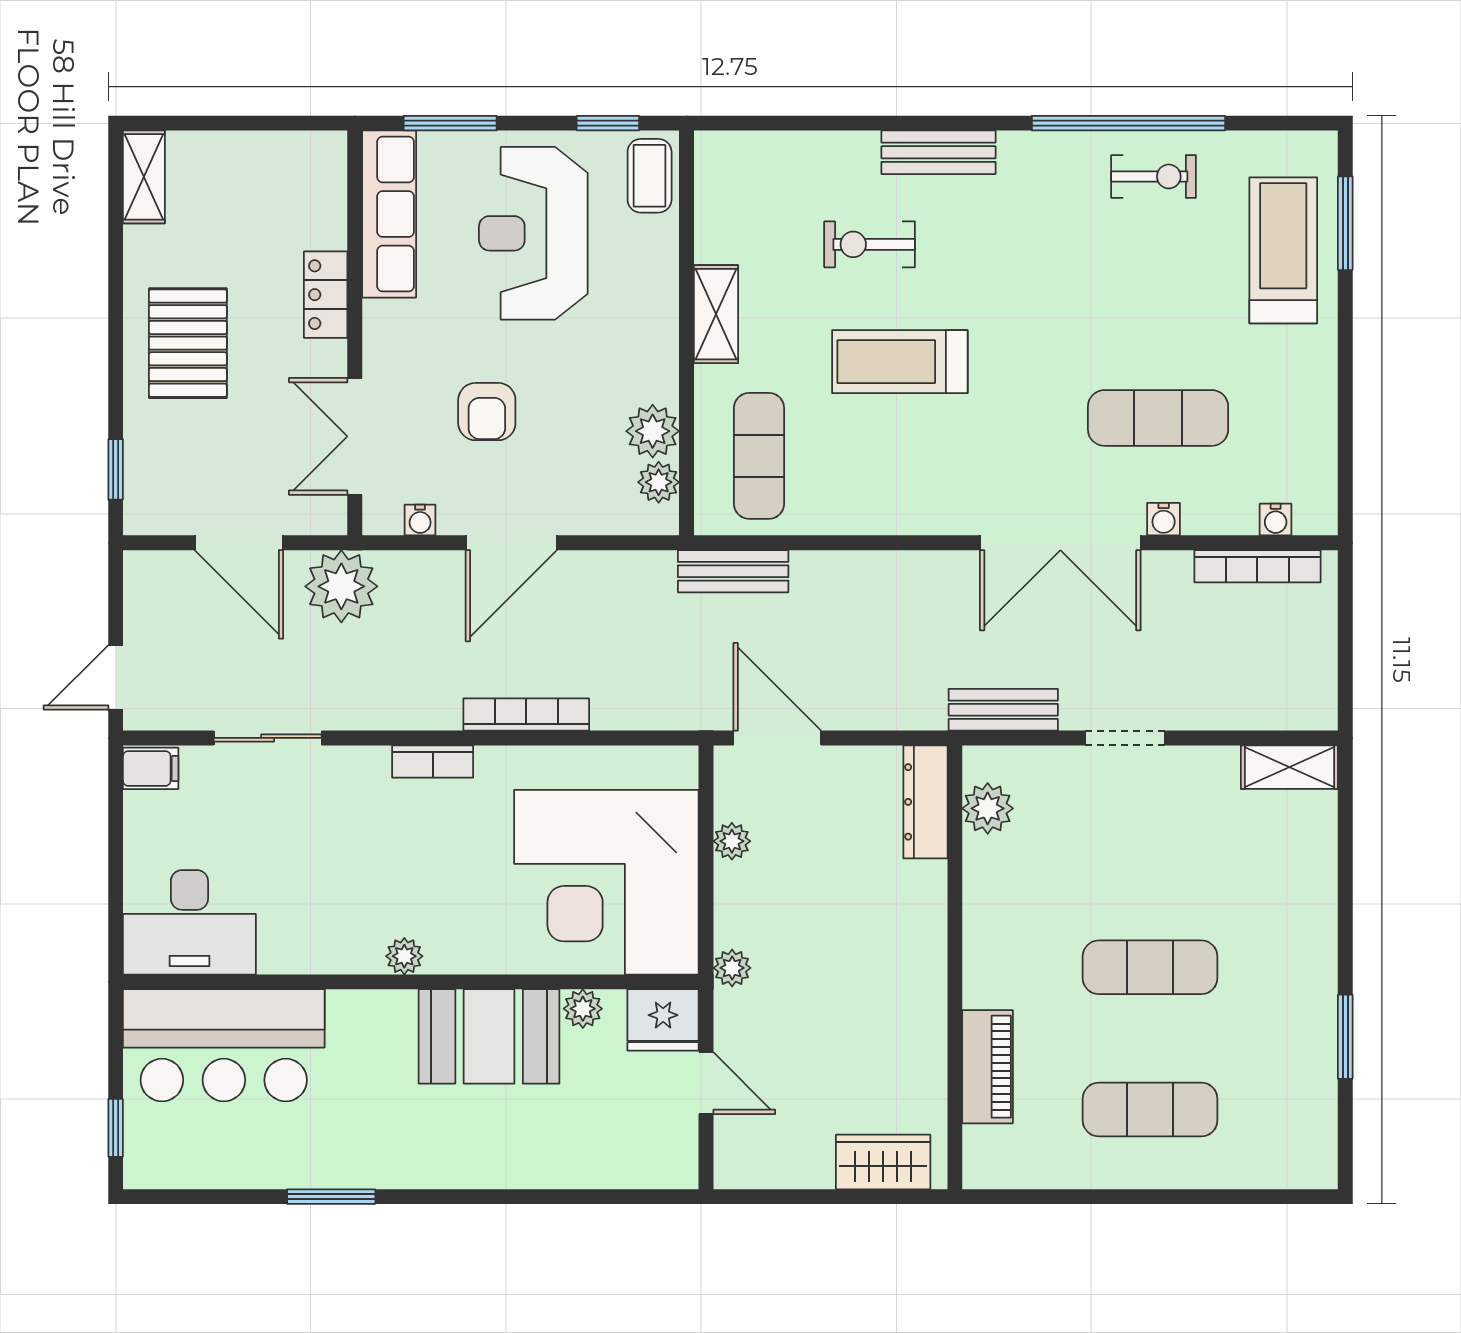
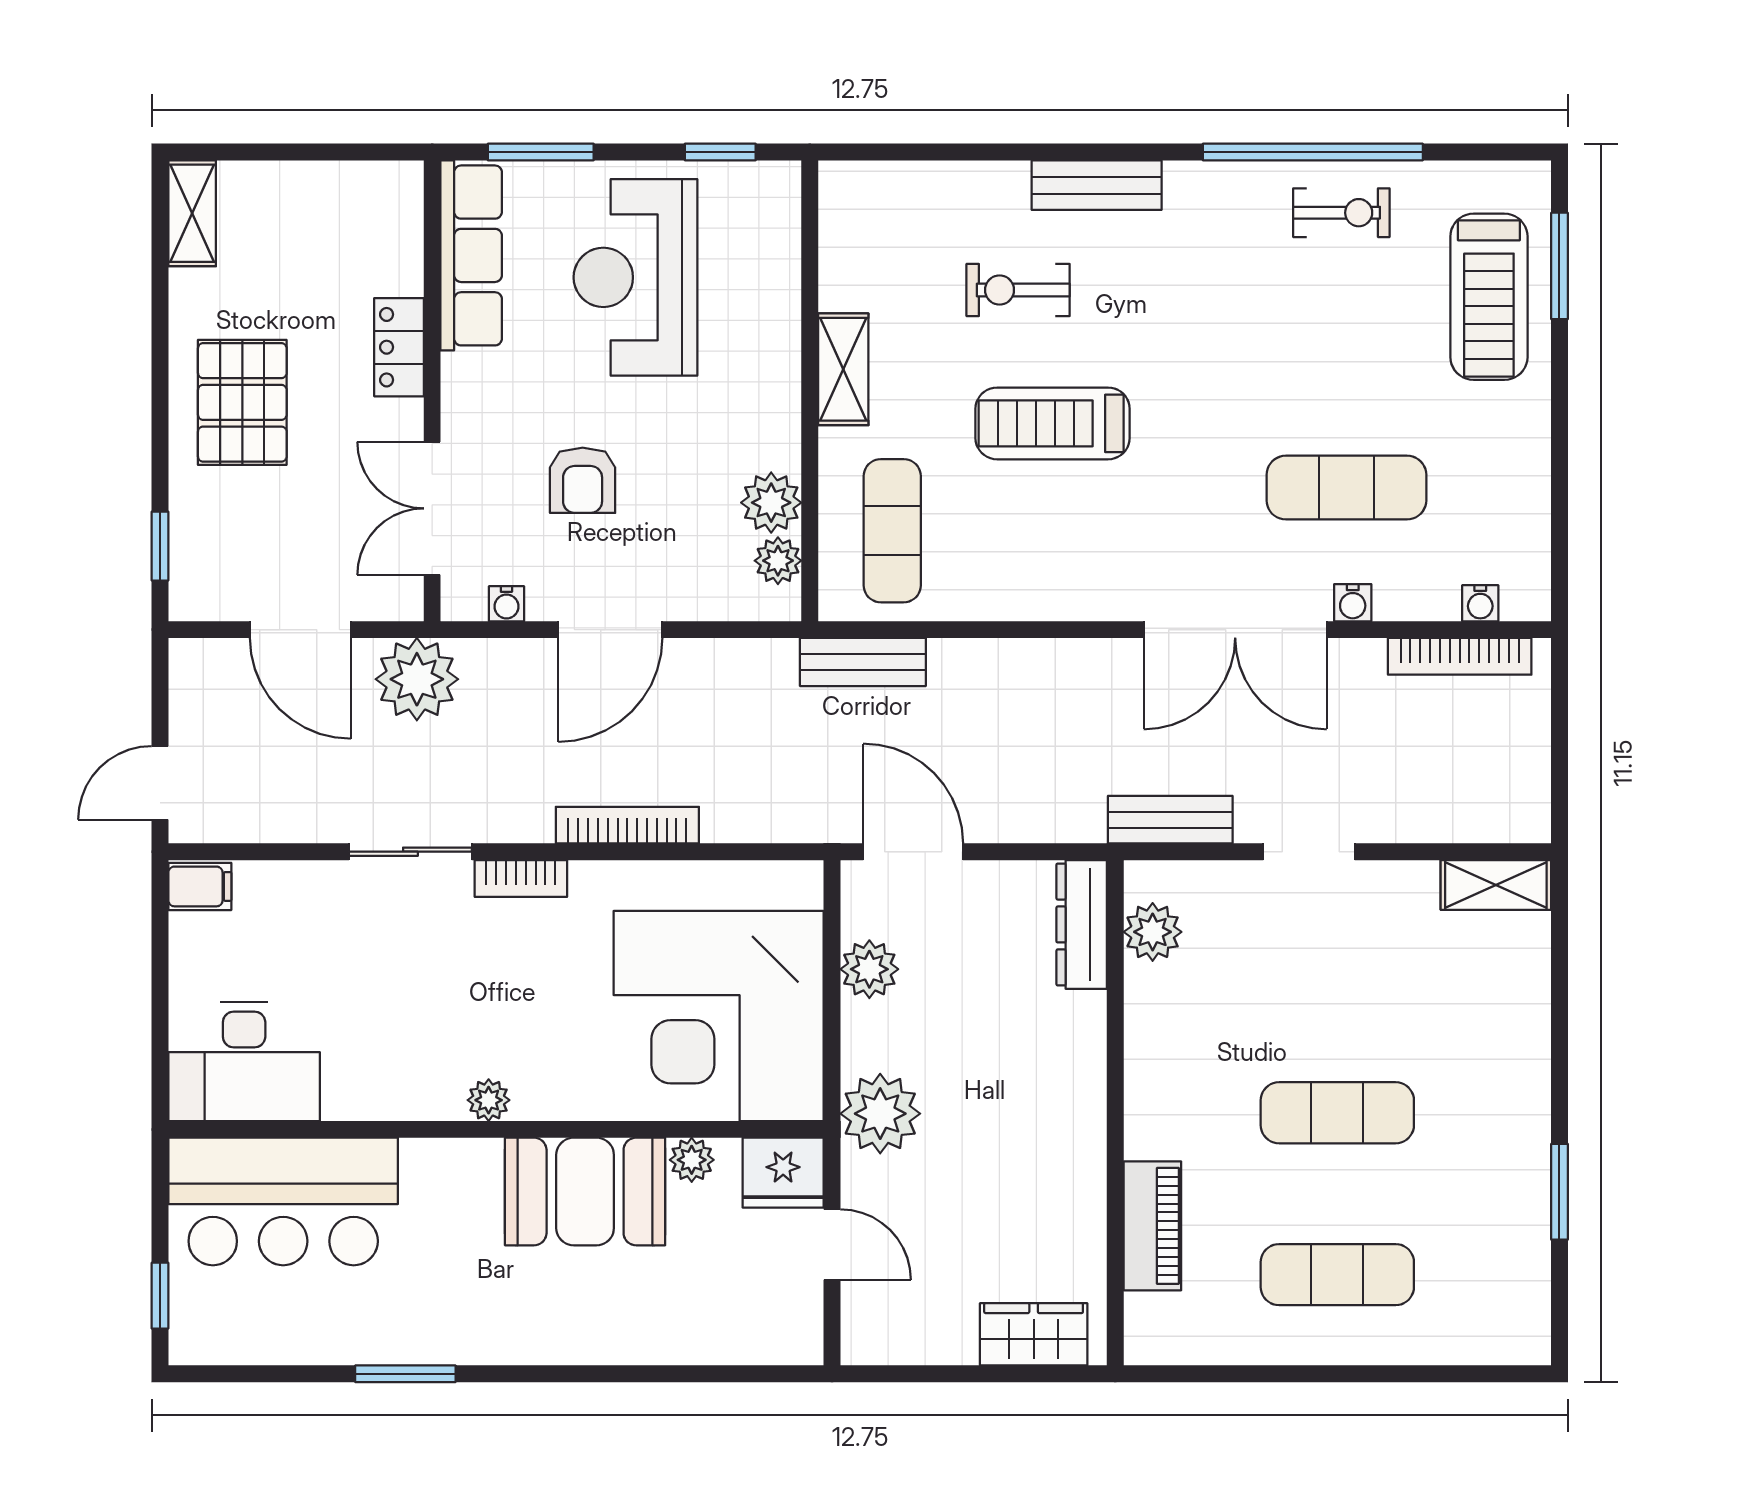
coffee table: (650, 176) -> (768, 212), removed
treadmill: (1283, 250) -> (1489, 297), turned 180
sliding door: (268, 738) -> (410, 852), moved
plant: (732, 841) -> (869, 969), width x1.38, depth x1.38
plant: (732, 968) -> (880, 1114), width x1.88, depth x1.88

